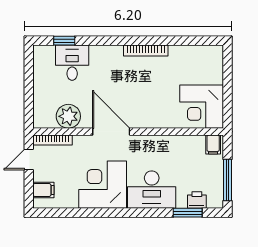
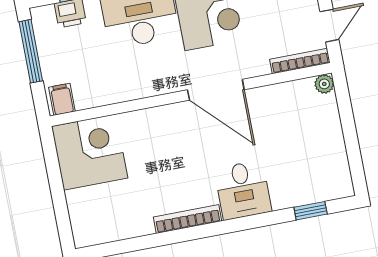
desk: (72, 63) -> (243, 190), moved
plant: (68, 116) -> (324, 84), moved, width x0.53, depth x0.53

